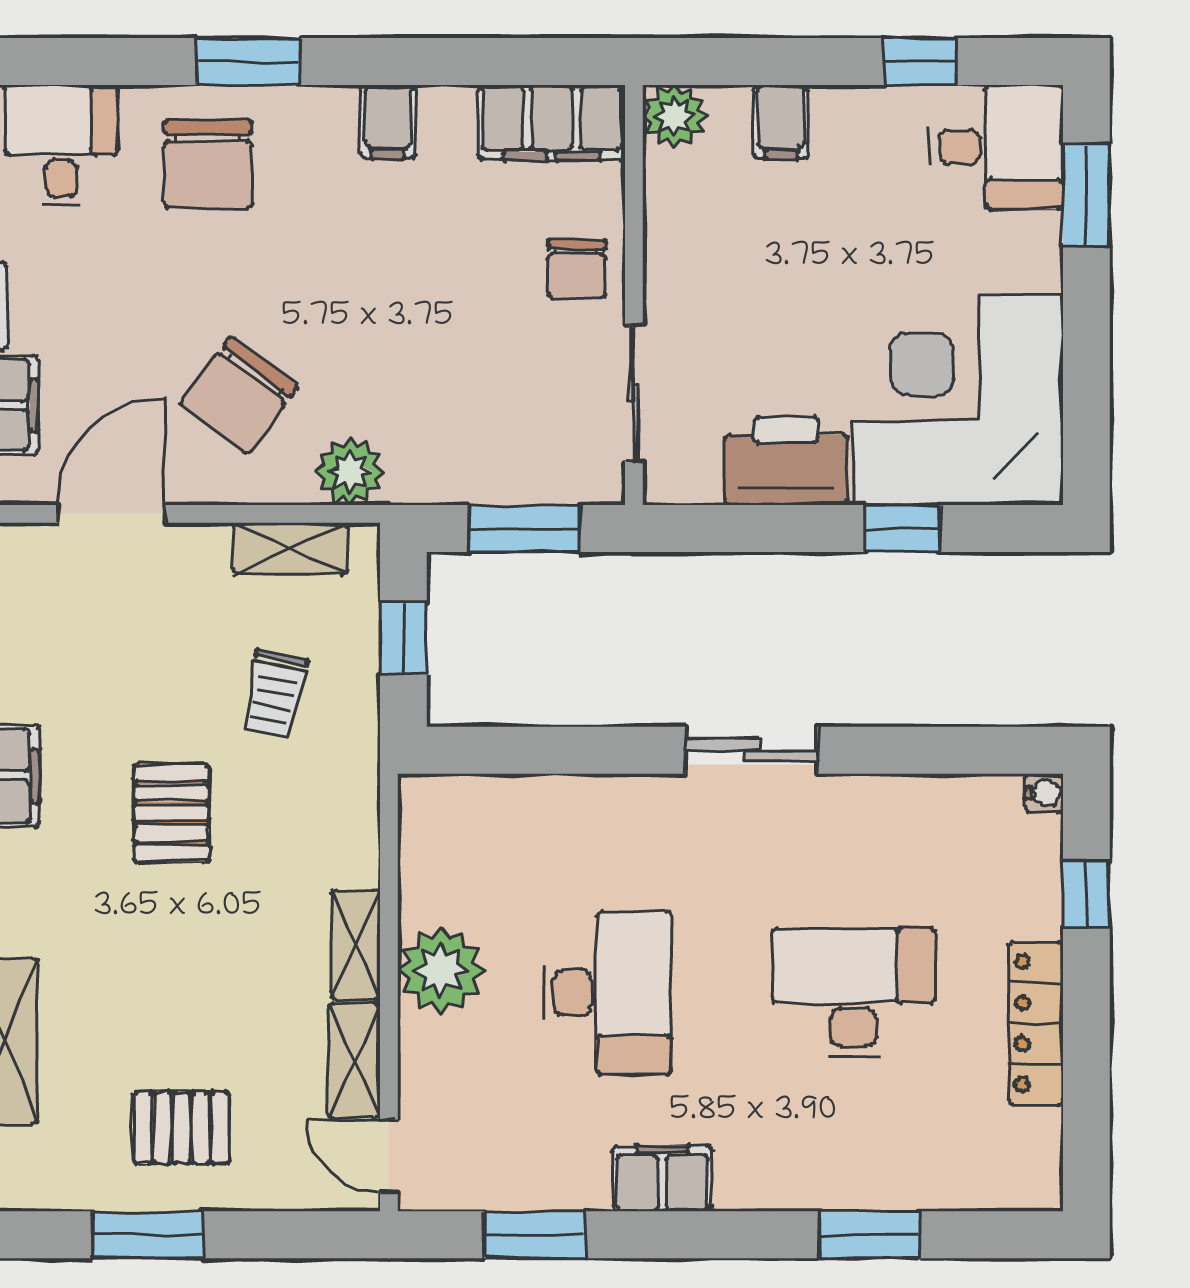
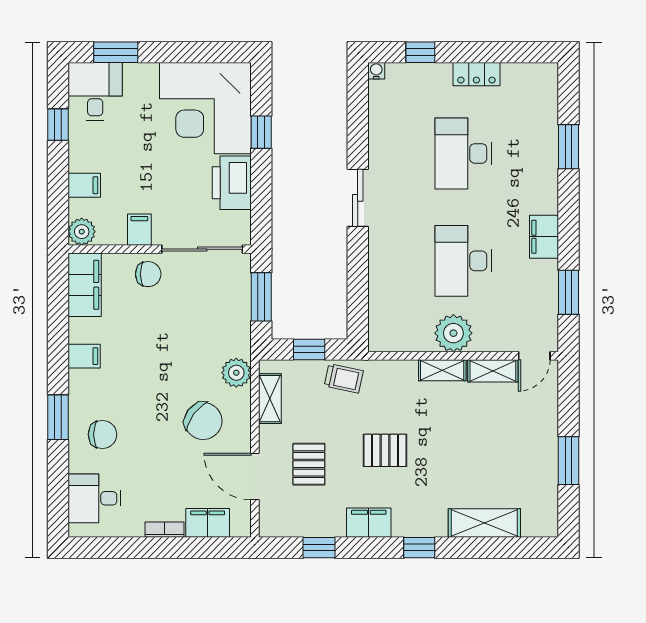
chair: (208, 164) -> (102, 434), width x0.73, depth x0.73
filing cabinet: (679, 249) -> (139, 230), added
sliding door: (634, 393) -> (202, 249), width x1.37
trolley: (274, 694) -> (344, 378), moved
desk: (607, 993) -> (463, 261), turned -90
locker: (1036, 1023) -> (476, 74), width x0.66
pallet: (181, 1128) -> (309, 464), moved

